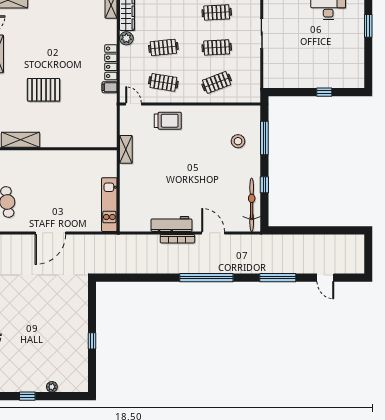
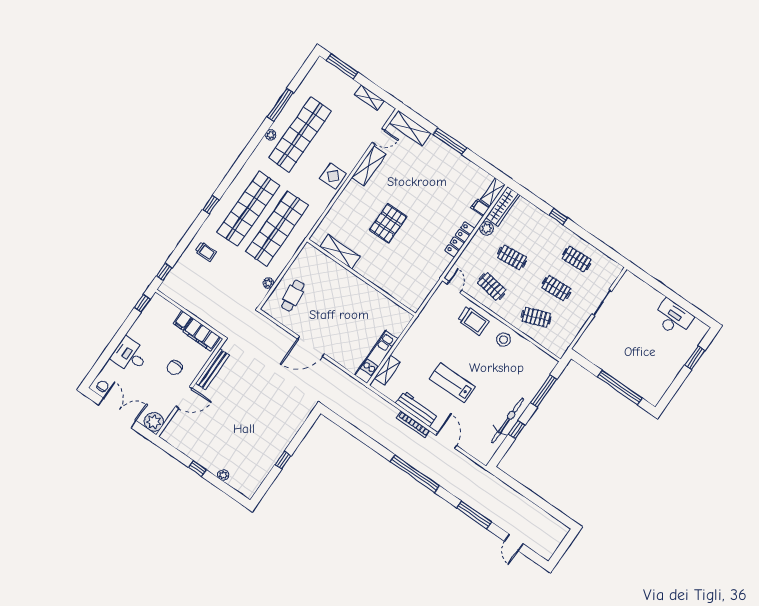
filing cabinet: (110, 87) -> (480, 208), moved
pallet: (44, 90) -> (388, 223), turned 90
window: (324, 92) -> (620, 387), width x3.17
stool: (238, 141) -> (504, 340), moved
shelving: (126, 149) -> (387, 370), moved
lab bench: (185, 183) -> (452, 383), added
bicycle: (252, 205) -> (507, 421), moved

